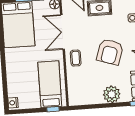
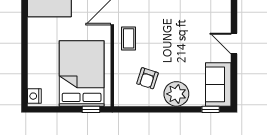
armchair: (110, 52) -> (147, 78), moved, width x0.53, depth x0.53
bed: (50, 84) -> (82, 73), width x1.50

